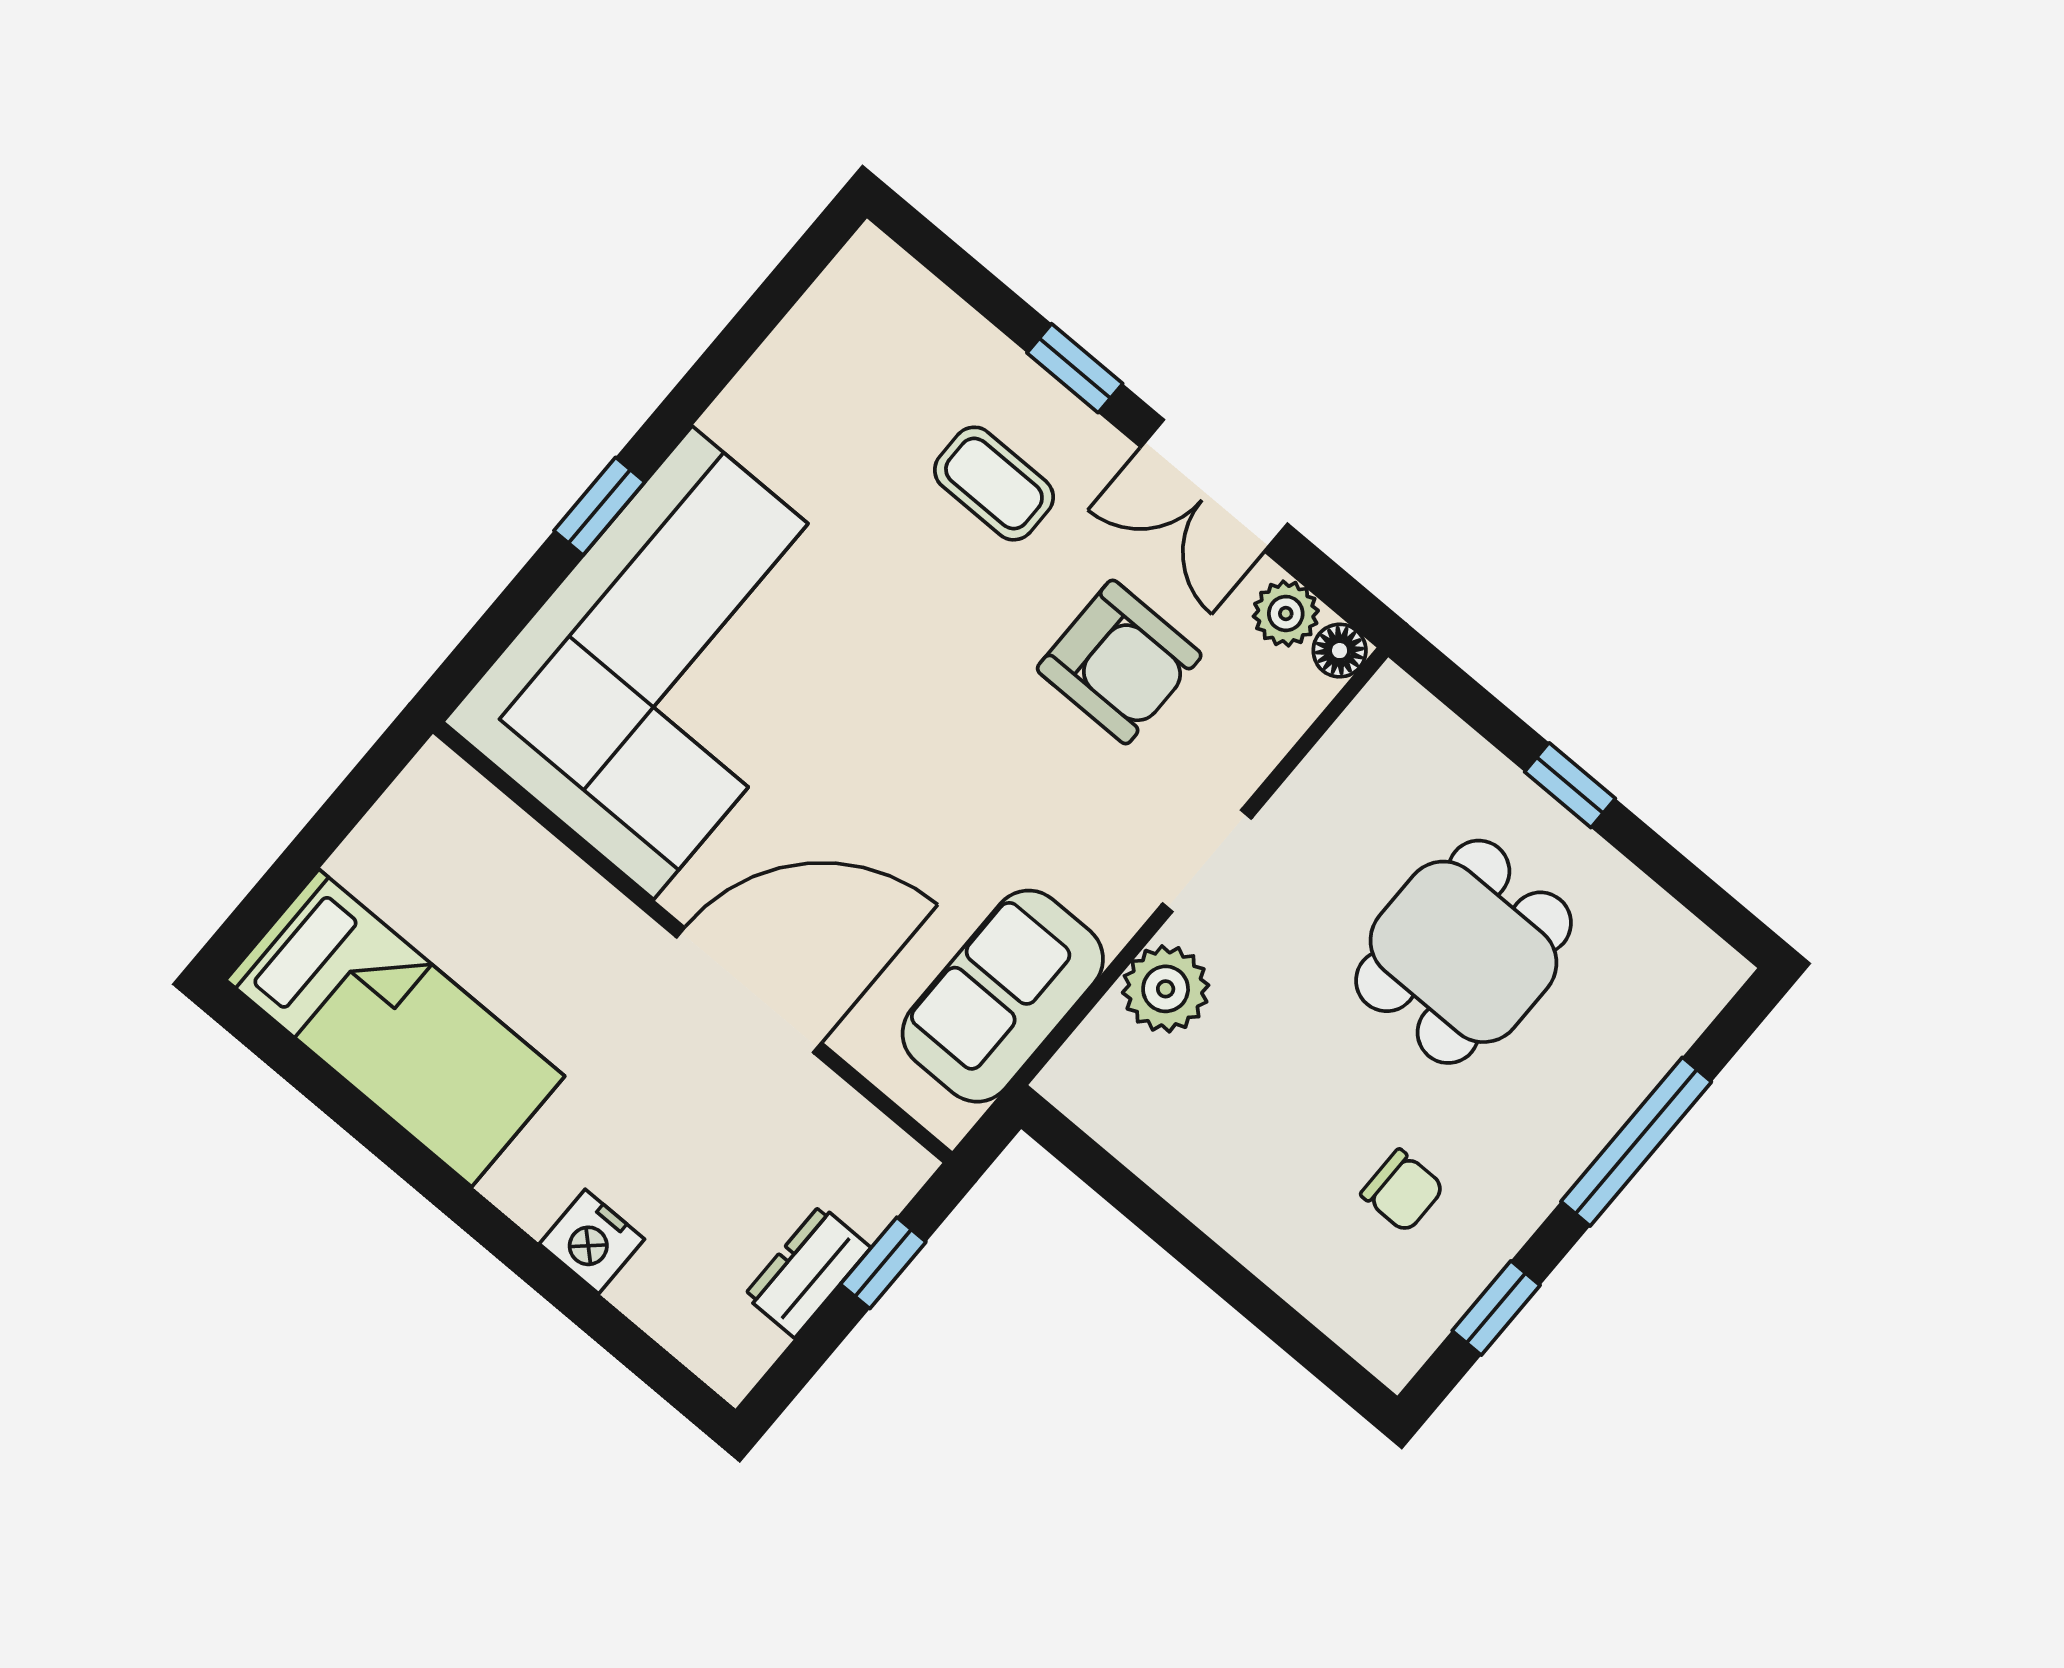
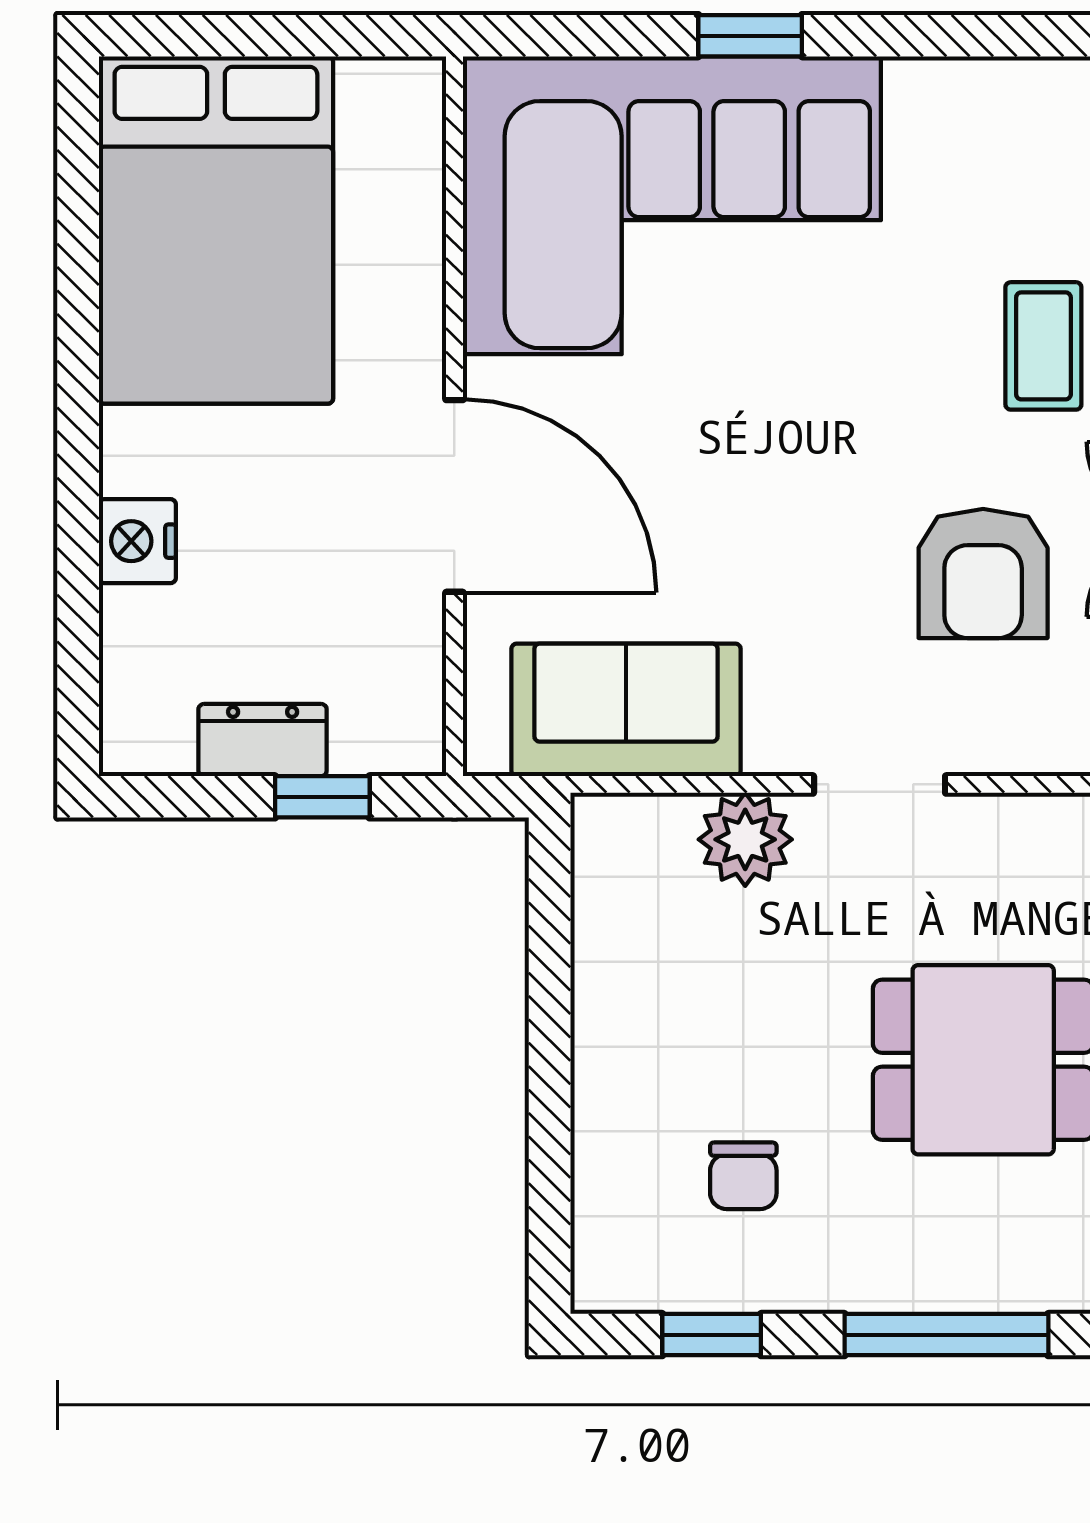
bed: (395, 1028) -> (216, 230), width x1.50

